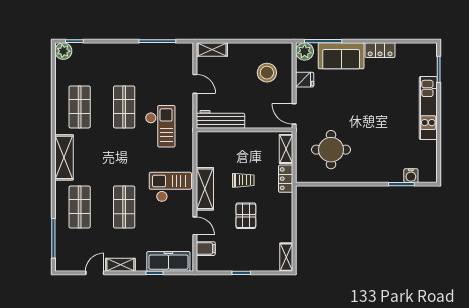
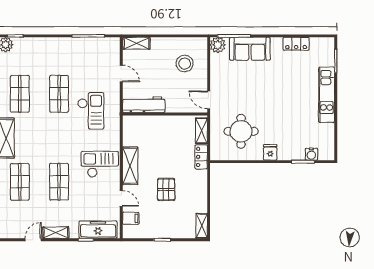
locker: (380, 50) -> (296, 44), moved
fridge: (305, 80) -> (270, 152), moved, turned -90
trolley: (243, 180) -> (164, 158), removed

